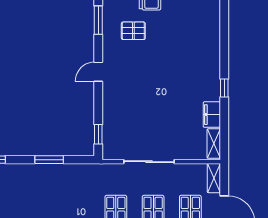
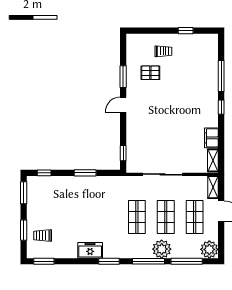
window: (98, 20) -> (123, 77), moved
window: (224, 35) -> (221, 76), added
window: (224, 88) -> (221, 107), moved

